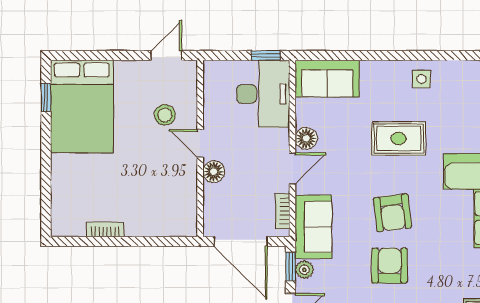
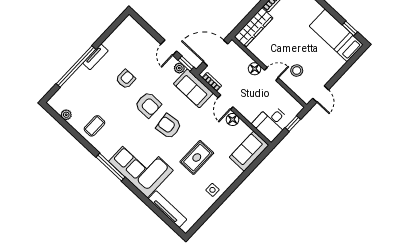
window: (266, 55) -> (293, 124), moved
desk: (263, 94) -> (271, 123), width x0.73
bed: (82, 107) -> (336, 35), width x0.67
wardrobe: (161, 223) -> (254, 27), added

